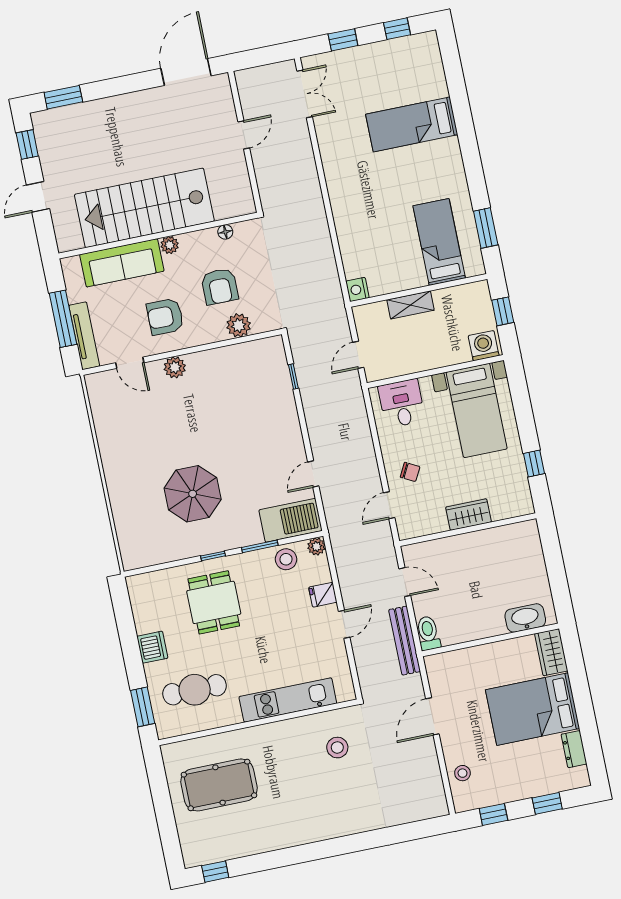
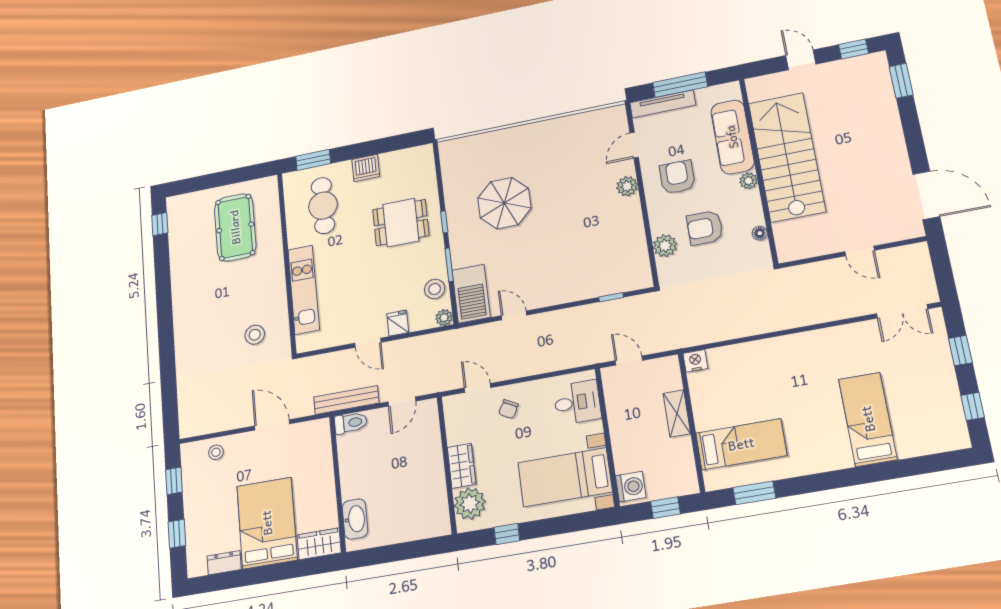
plant: (506, 503) -> (470, 504), added

